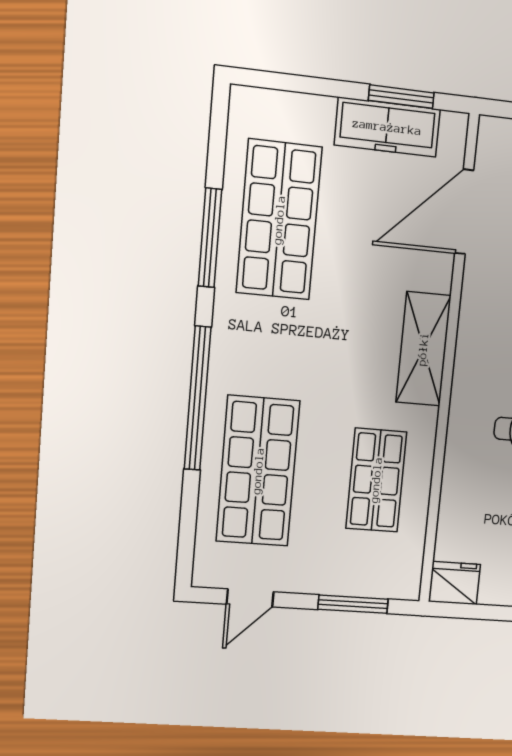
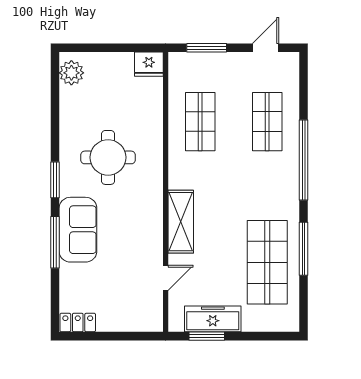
door: (464, 212) -> (166, 278), width x0.53
shelving: (423, 349) -> (181, 222), moved
shop shelf: (258, 471) -> (267, 122), width x0.70, depth x0.74

